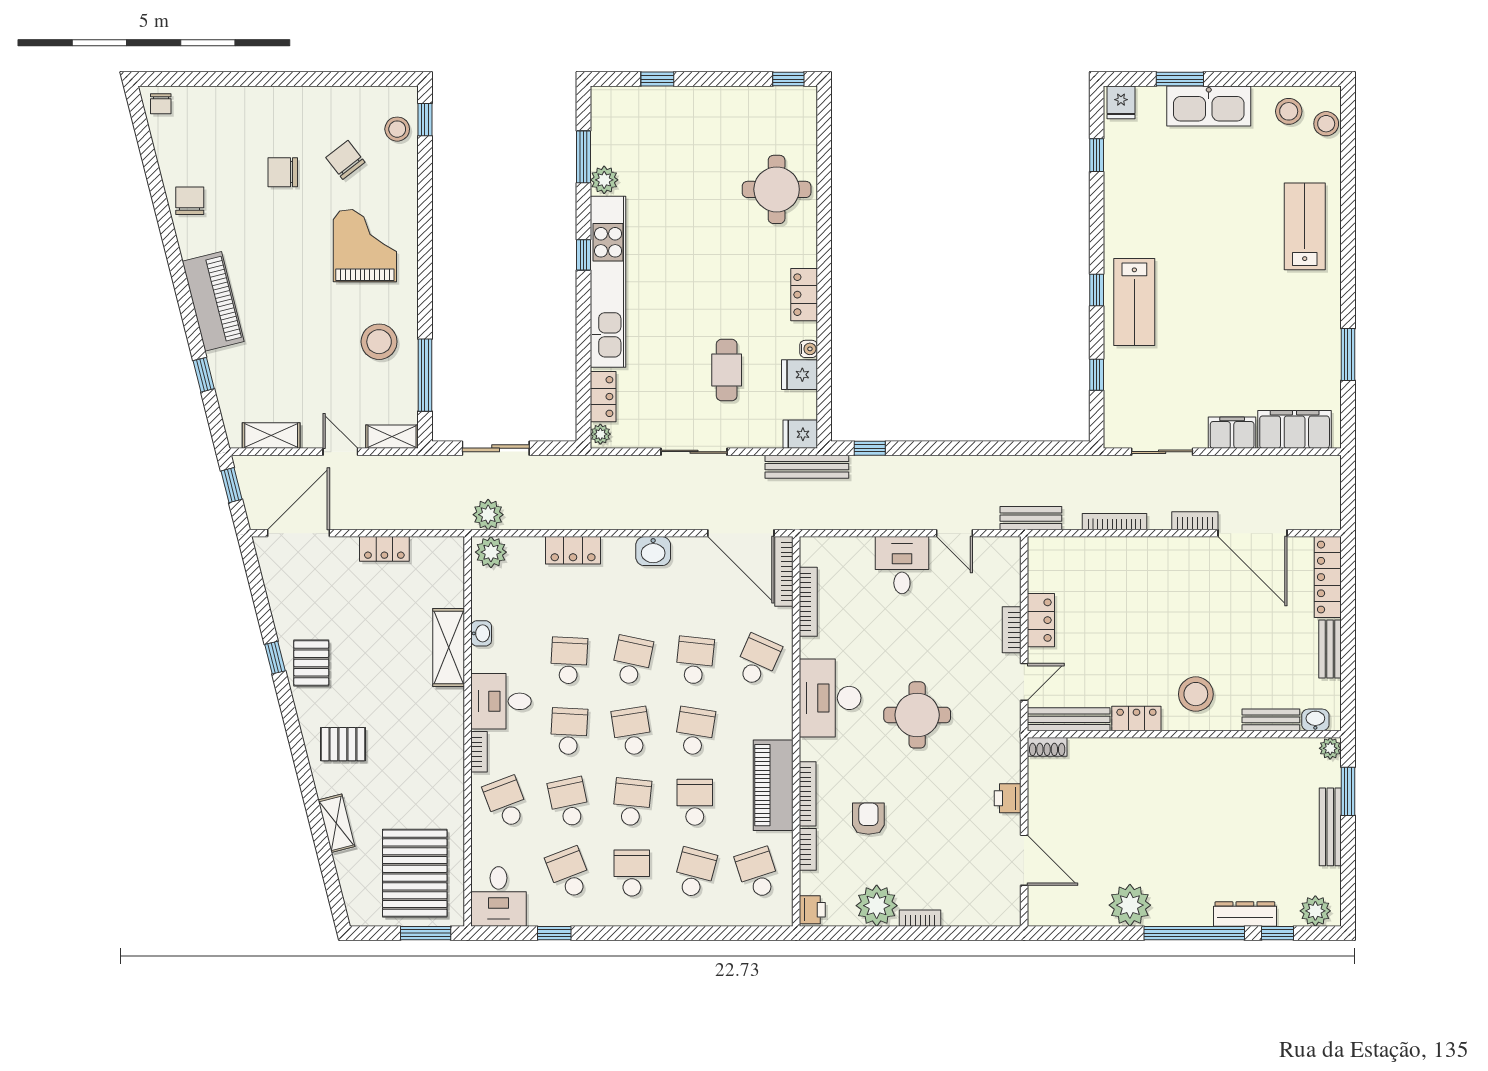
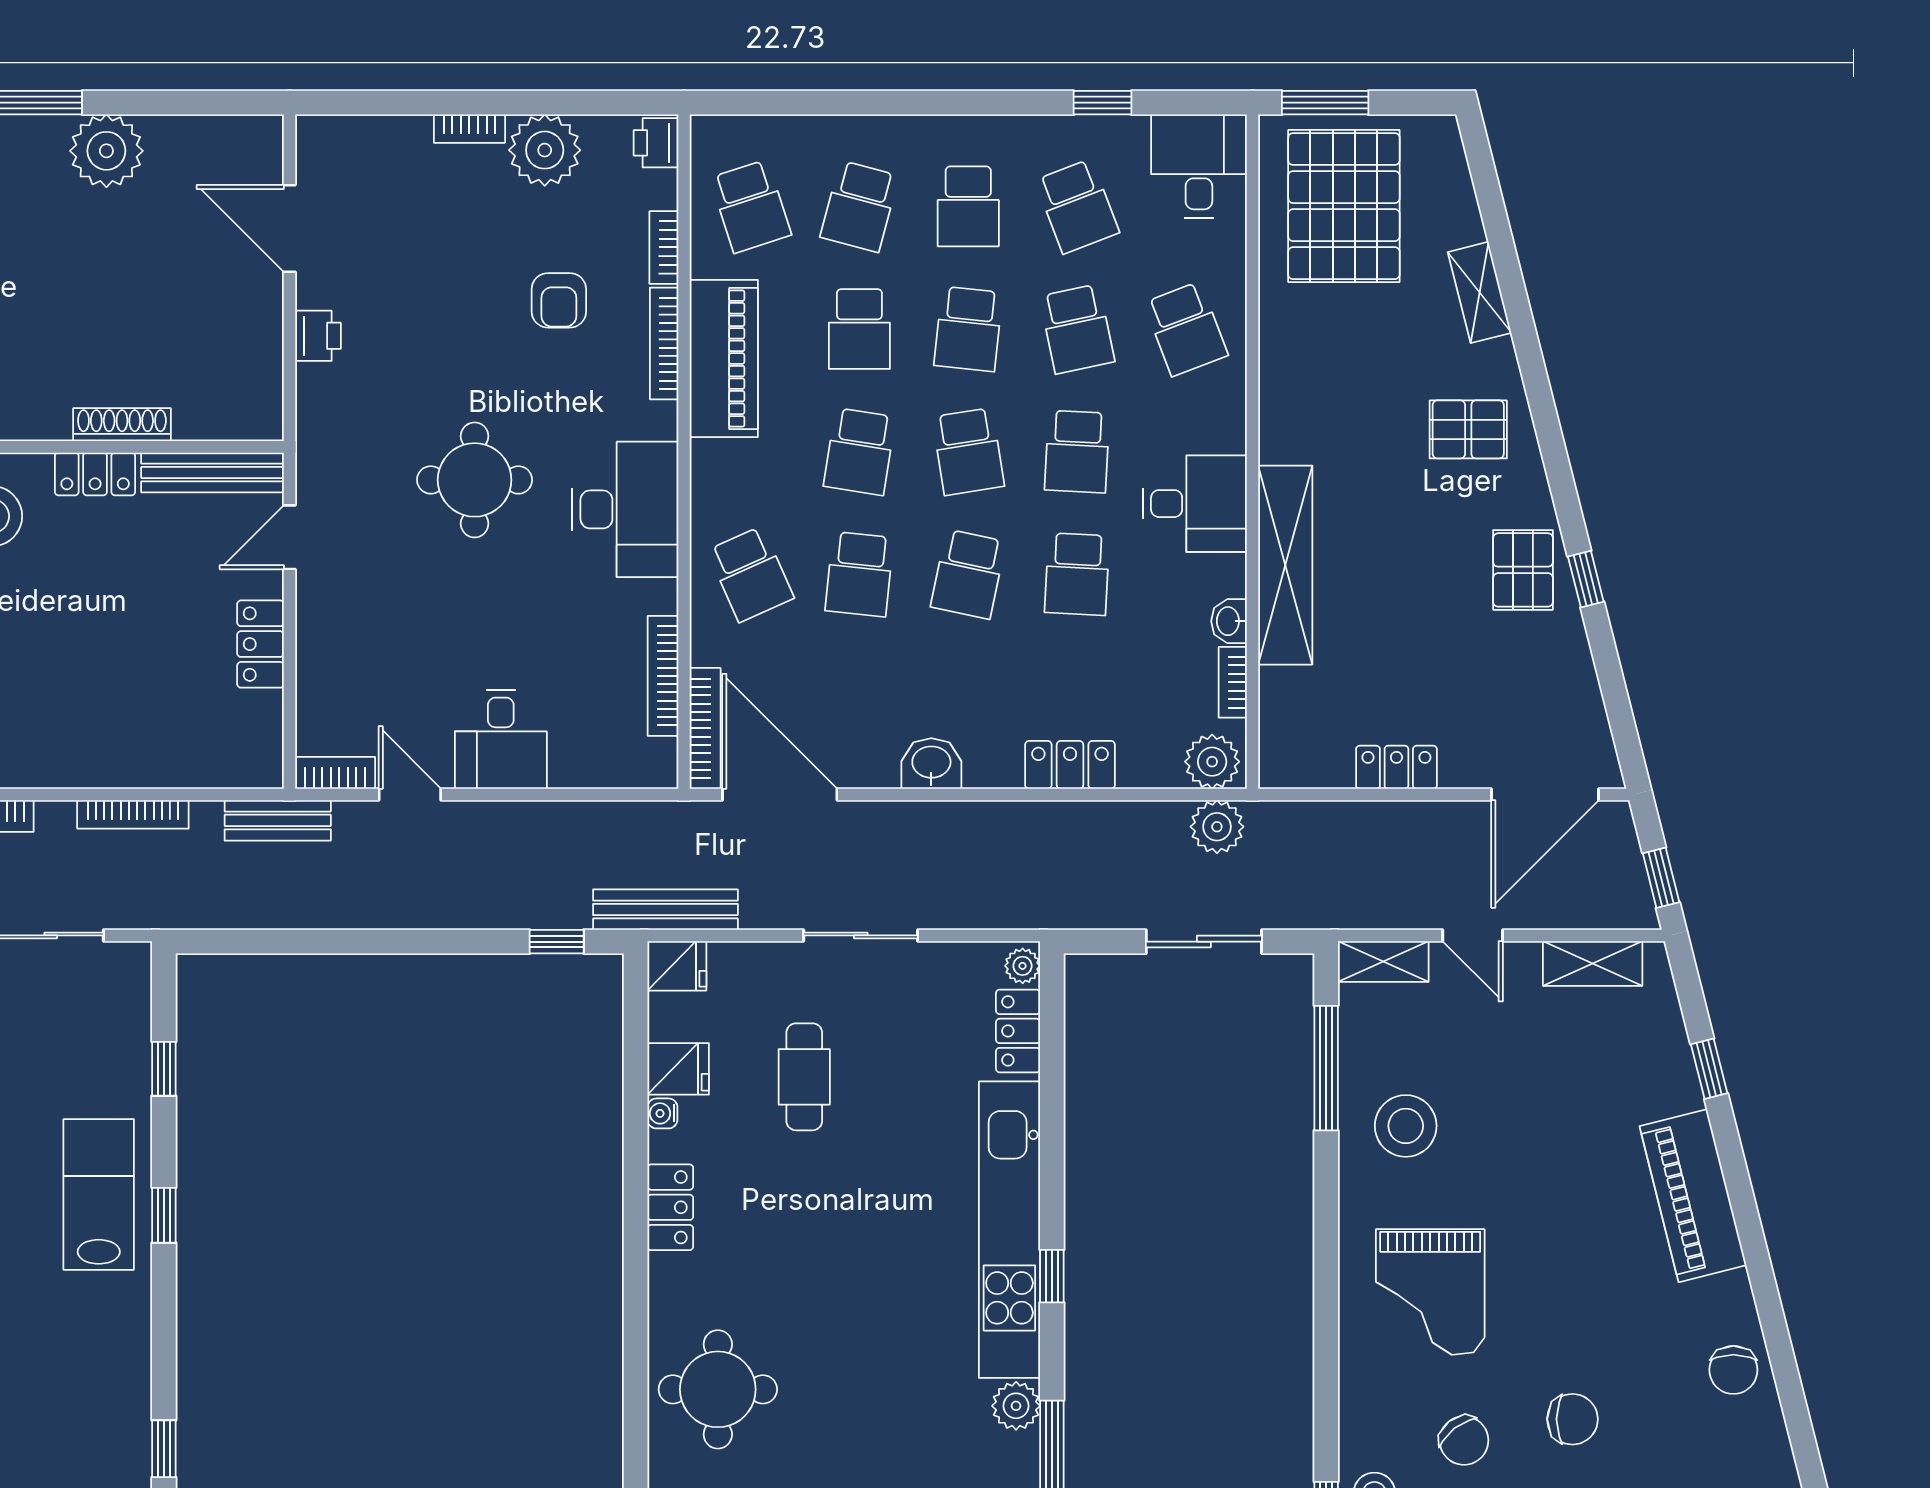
bookcase: (1012, 630) -> (335, 773), moved, turned -90
shelving: (449, 647) -> (1285, 565), width x1.47
school desk: (758, 661) -> (751, 574), turned -48
shoe rack: (1047, 747) -> (122, 425), moved, width x1.43
bookcase: (479, 752) -> (1233, 682), moved

